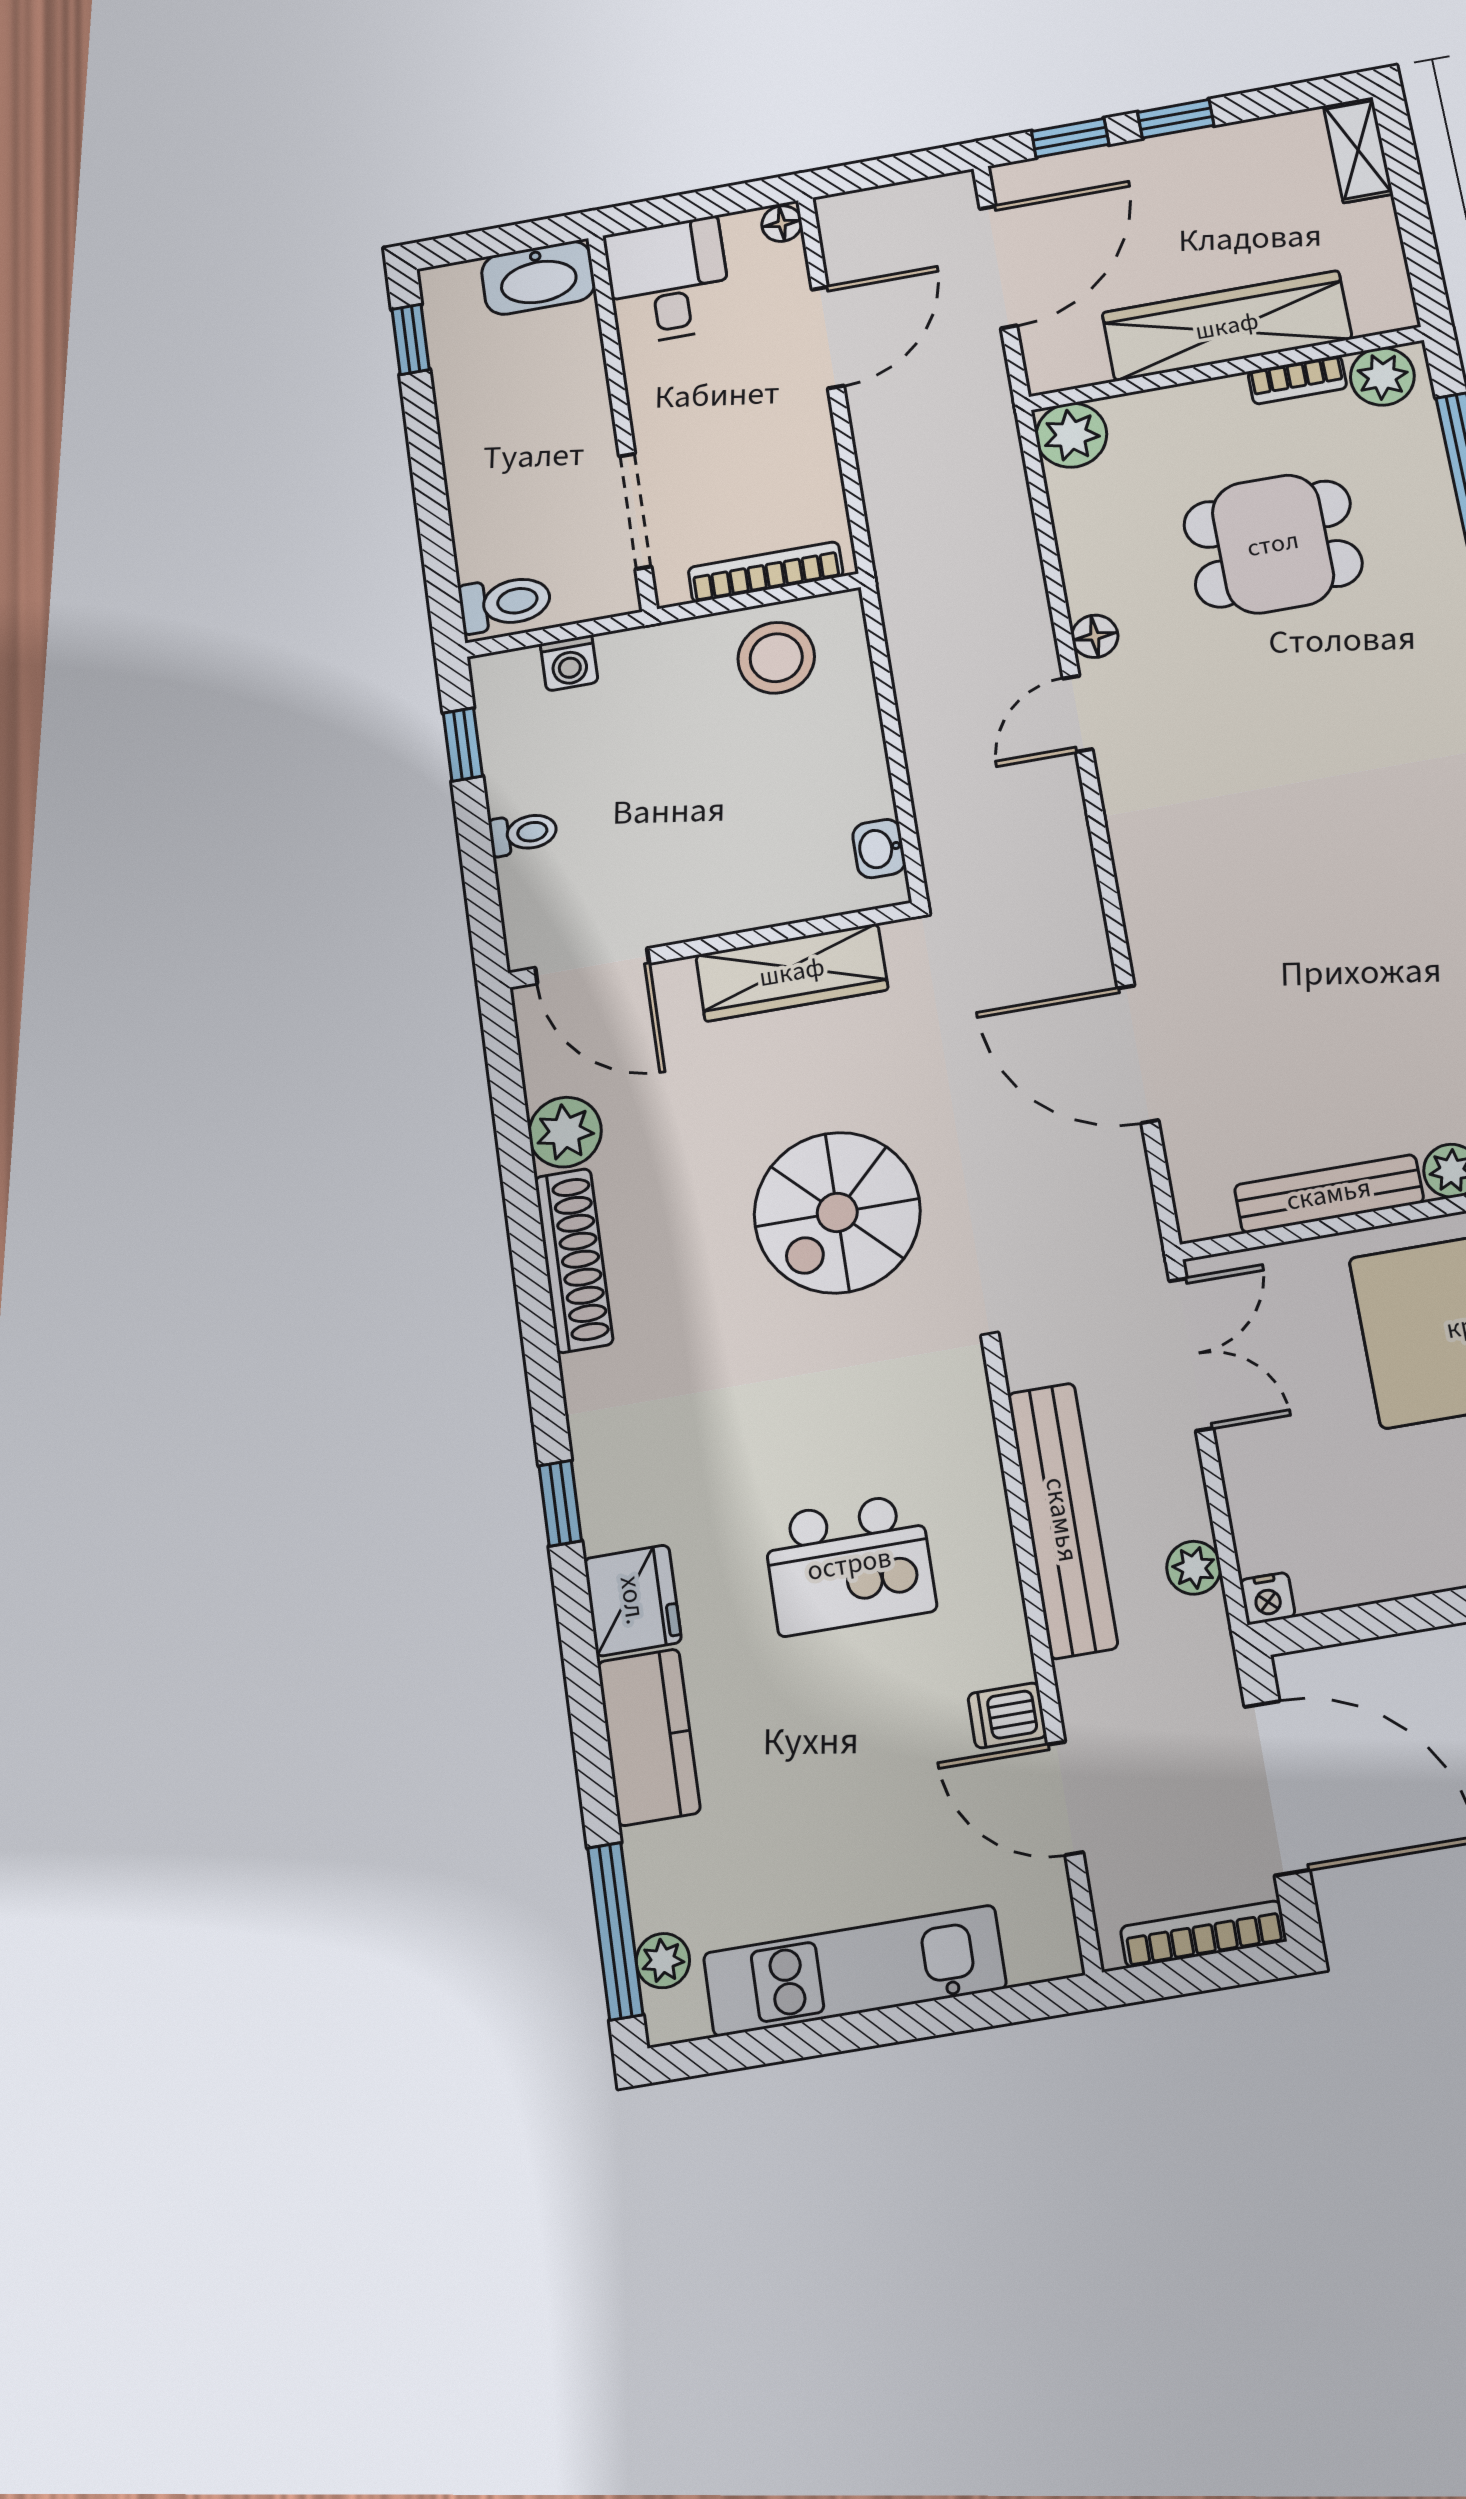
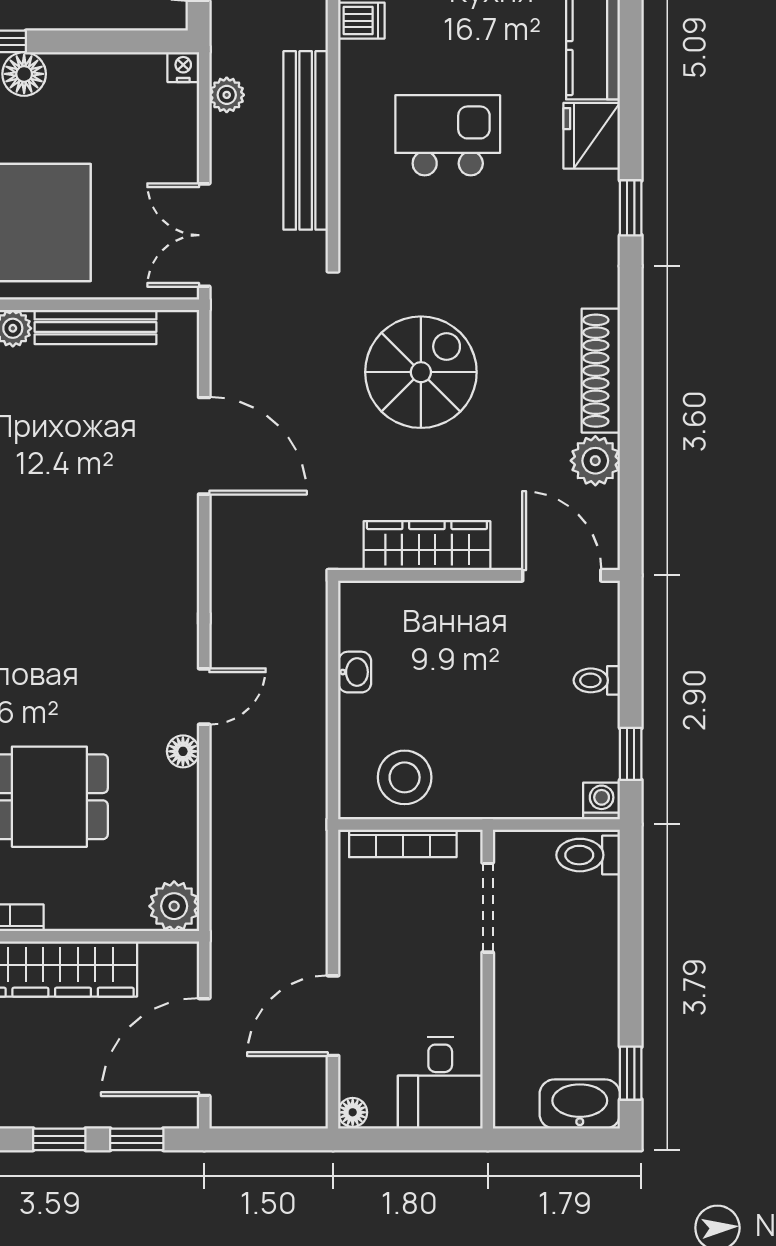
washbasin: (538, 278) -> (580, 1104), moved
washing machine: (569, 663) -> (602, 801), moved
washbasin: (879, 849) -> (355, 672), moved

